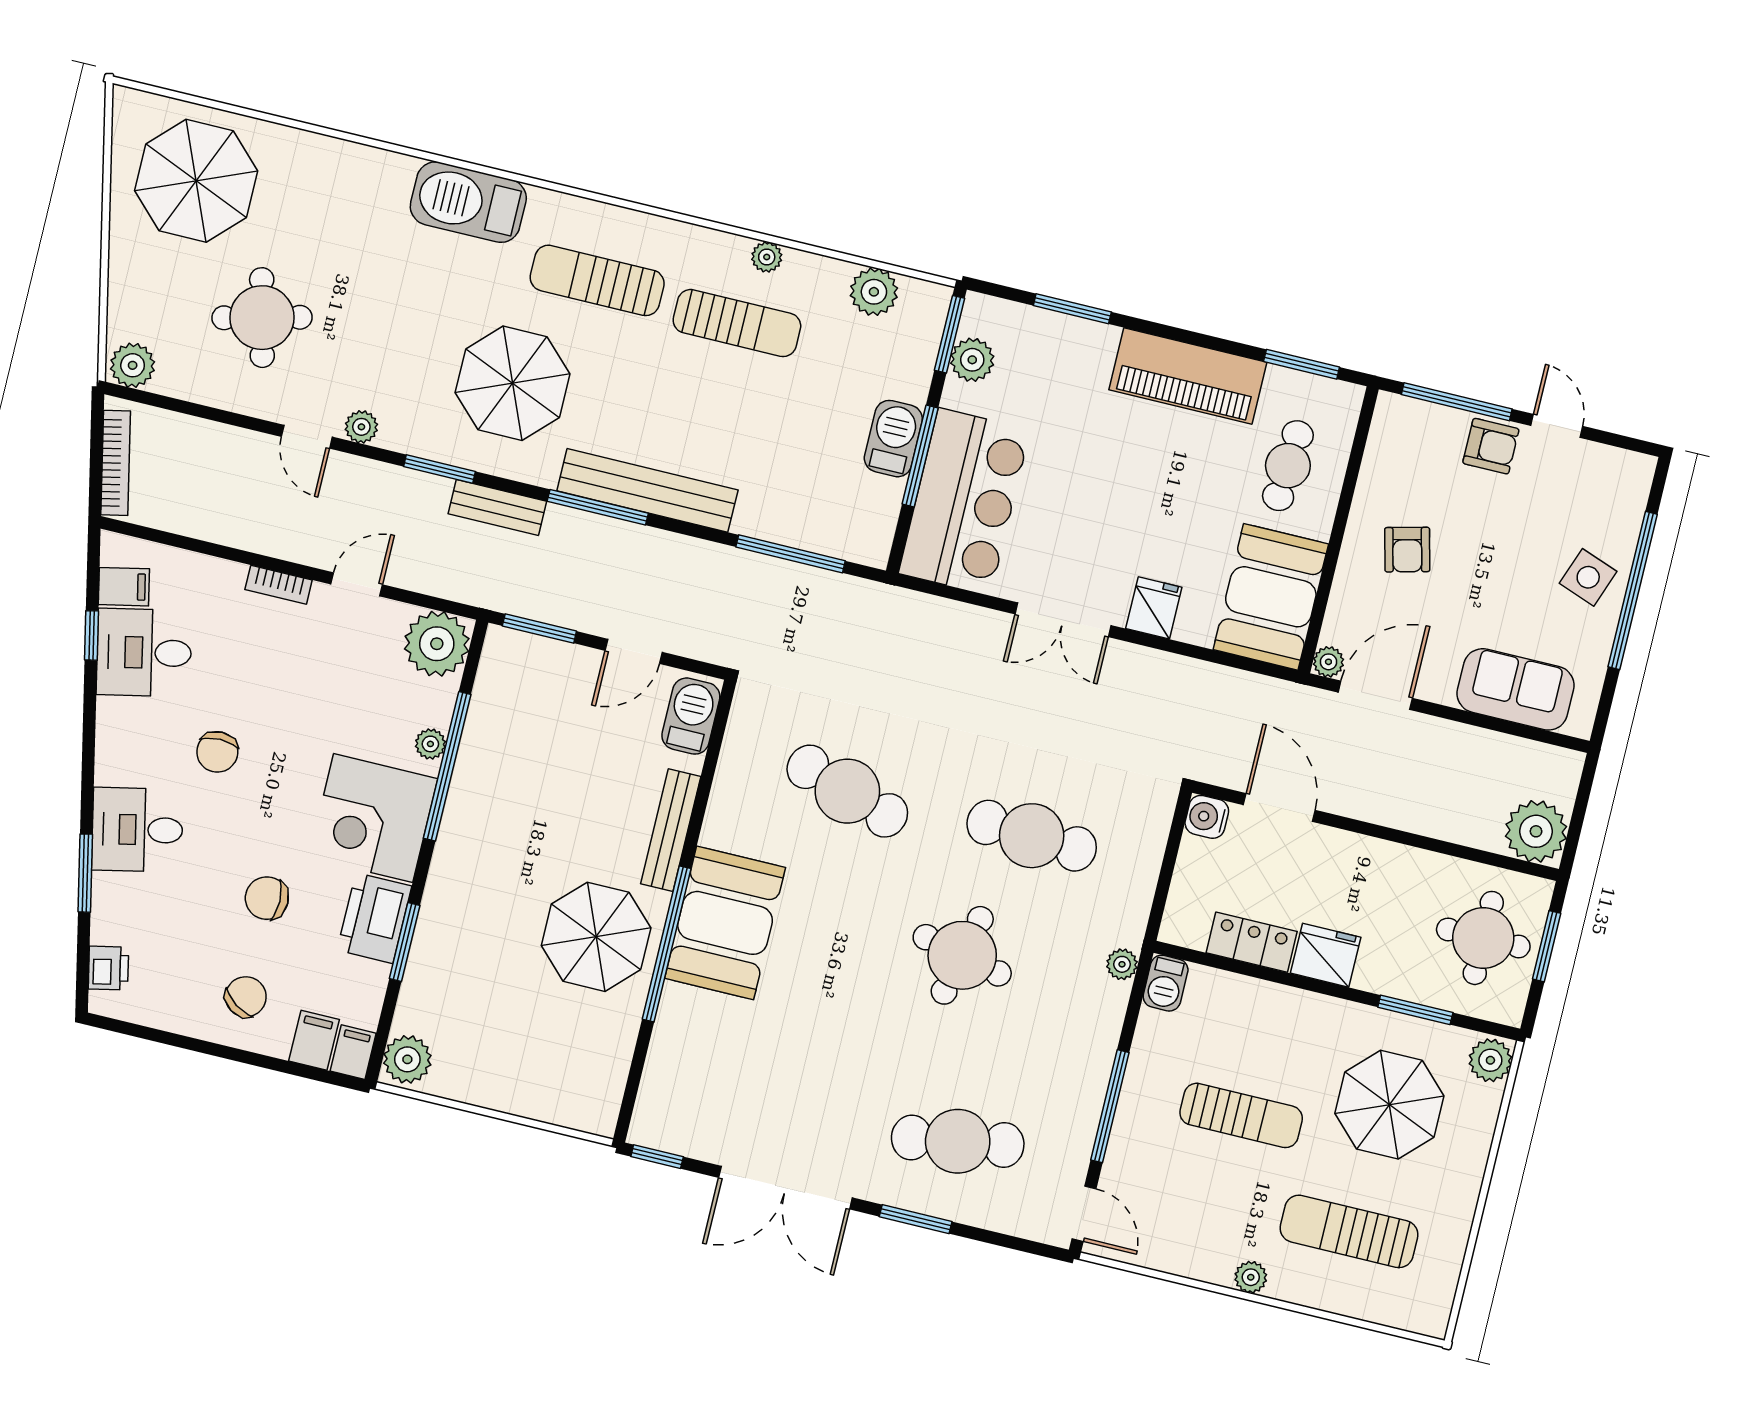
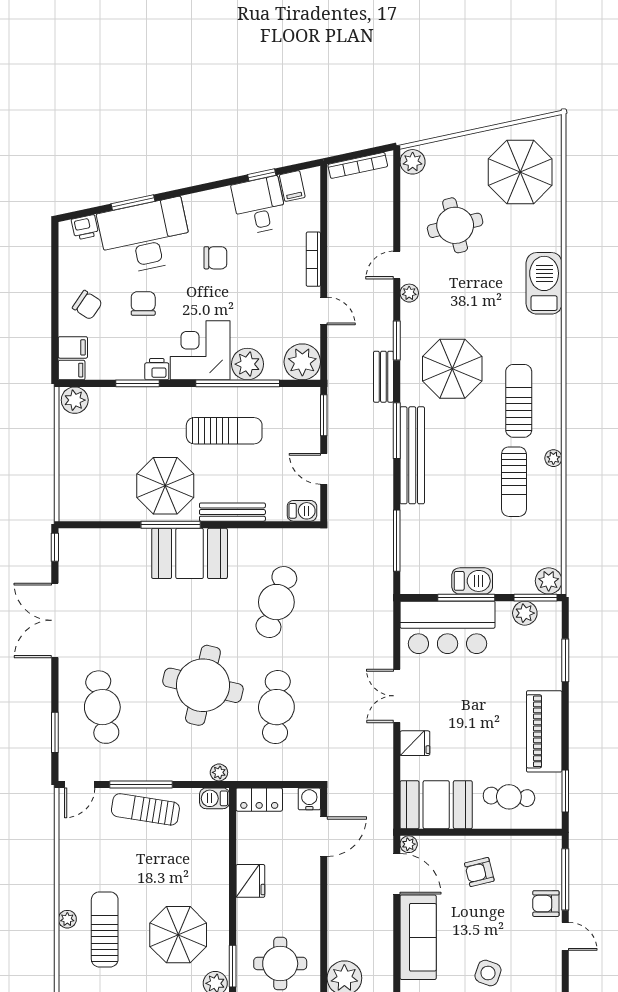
barbecue: (468, 202) -> (544, 283), moved
plant: (767, 257) -> (553, 458), moved
plant: (874, 292) -> (549, 581), moved
door: (1557, 426) -> (565, 936), hinge flipped
armchair: (1491, 446) -> (546, 904), turned 90
bookcase: (279, 585) -> (313, 259), width x1.56
sofa: (1516, 689) -> (418, 937), width x1.36
barbecue: (691, 716) -> (302, 511), width x0.73, depth x0.79
plant: (430, 744) -> (247, 364), width x1.88, depth x1.88
chair: (217, 752) -> (215, 258), turned 180
sun lounger: (525, 810) -> (224, 431), added
desk: (137, 830) -> (145, 236), width x1.87, depth x1.30
printer: (374, 918) -> (157, 369), width x0.53, depth x0.68
locker: (1252, 942) -> (259, 800), moved, turned 90
window: (667, 944) -> (171, 525), width x0.68
round table: (962, 955) -> (203, 685), width x1.36, depth x1.36
window: (1415, 1010) -> (233, 966), moved
sun lounger: (1241, 1115) -> (145, 809), moved, turned 99
window: (916, 1219) -> (55, 732), moved
plant: (1251, 1277) -> (67, 919), moved

